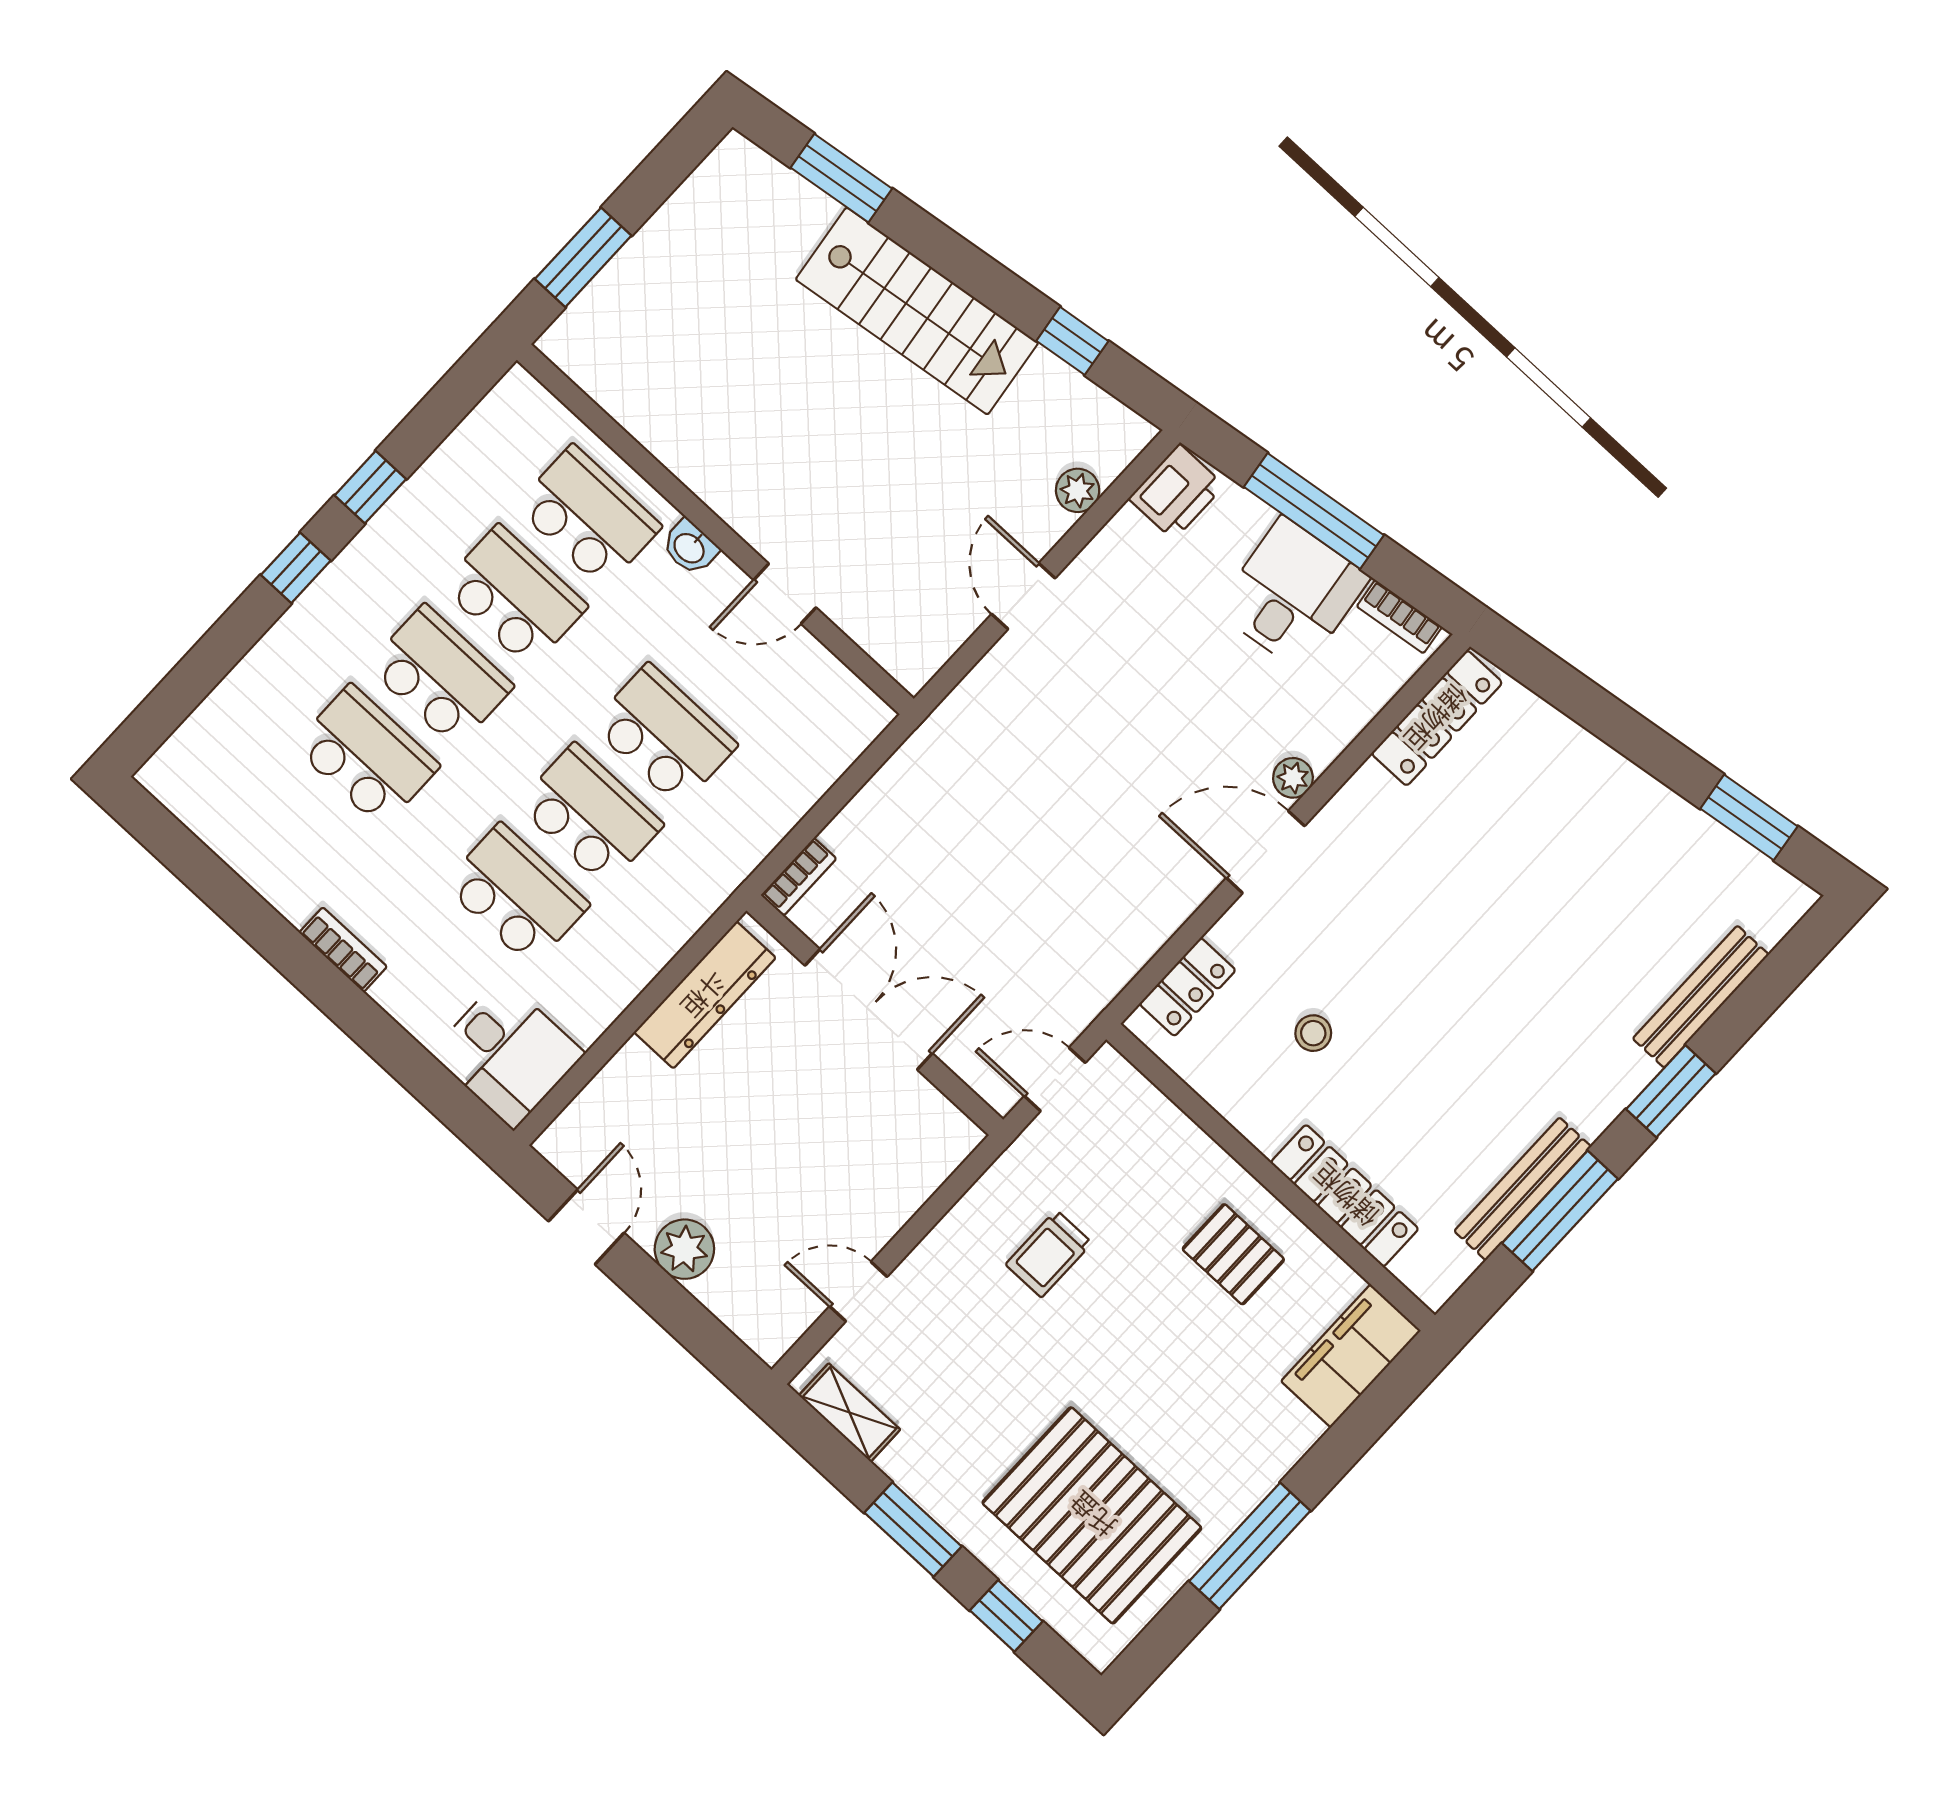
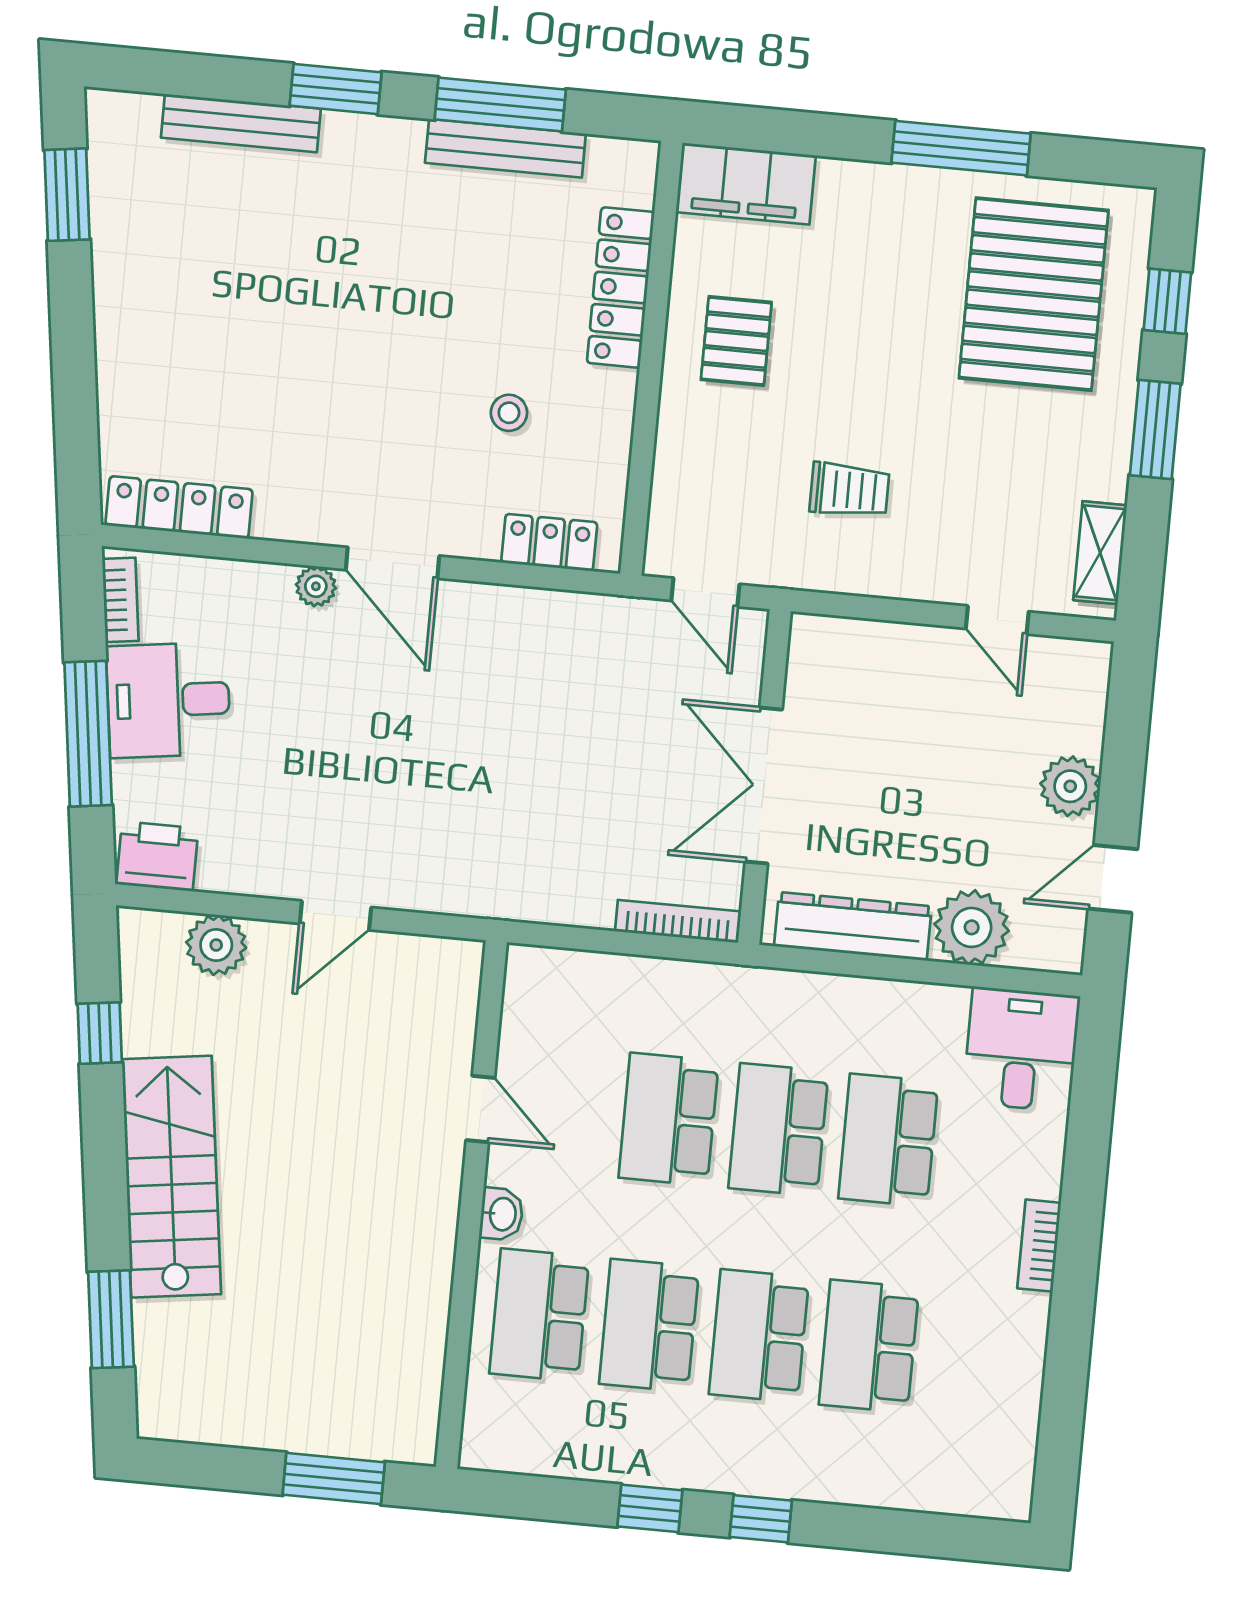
plant: (1078, 490) -> (216, 945), width x1.38, depth x1.38
bookcase: (799, 877) -> (678, 921), width x1.56
plant: (633, 1087) -> (972, 927), added

